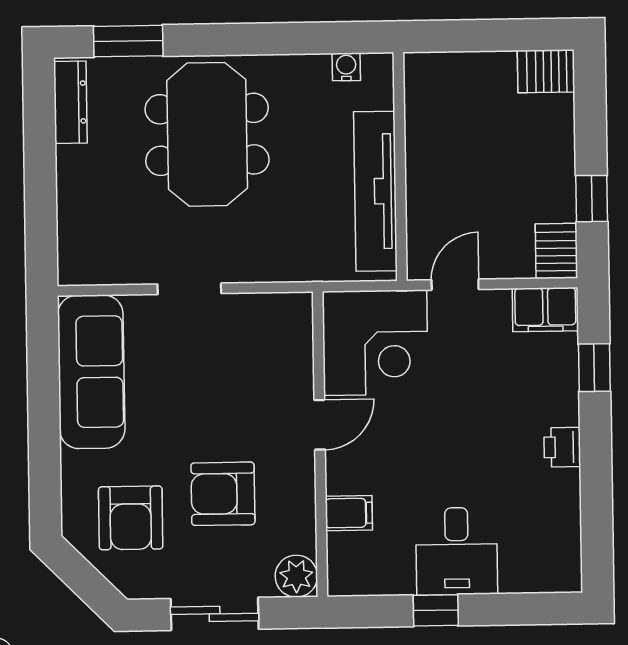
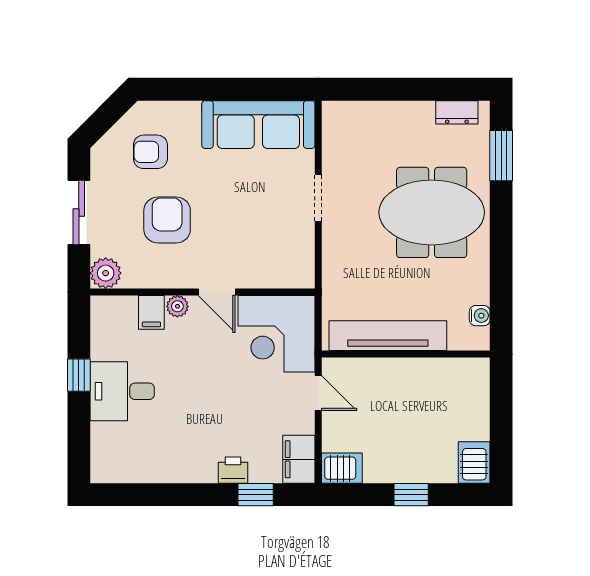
dresser: (70, 102) -> (457, 112), width x0.70
window: (592, 199) -> (411, 495), moved
printer: (562, 447) -> (233, 470), moved
plant: (340, 478) -> (177, 306), added
armchair: (131, 518) -> (150, 152), width x0.72, depth x0.72

